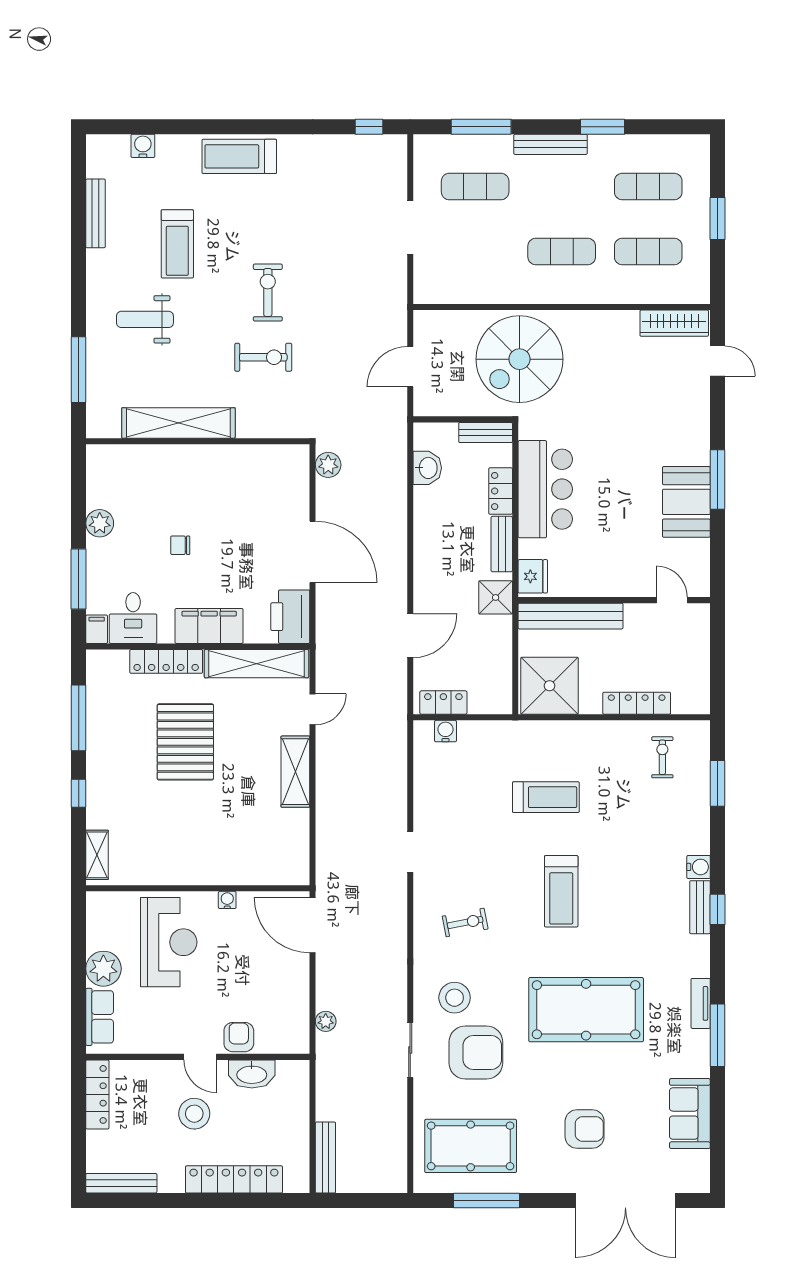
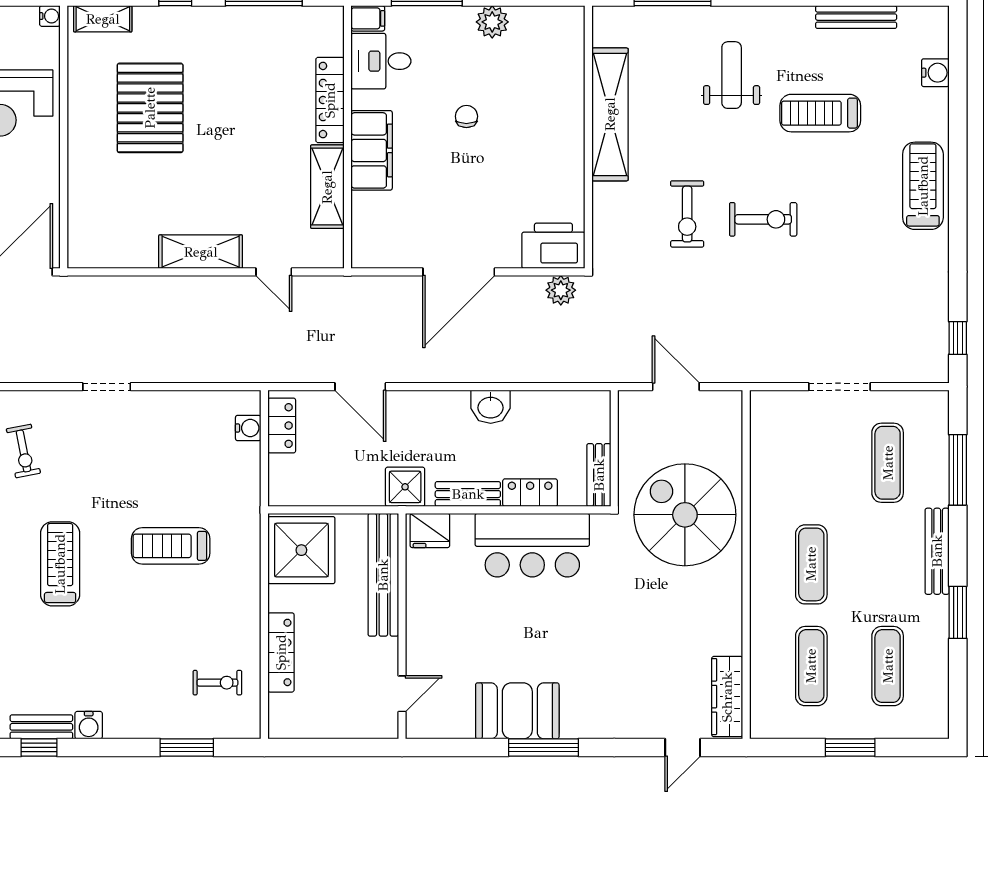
washbasin: (427, 468) -> (491, 407), moved
printer: (290, 617) -> (553, 246), moved
shelving: (256, 664) -> (327, 187), width x0.68
pallet: (185, 742) -> (150, 108), moved, turned 90
treadmill: (546, 797) -> (171, 546), turned 90
treadmill: (561, 891) -> (60, 564), turned 90
water cooler: (227, 900) -> (50, 16), moved

